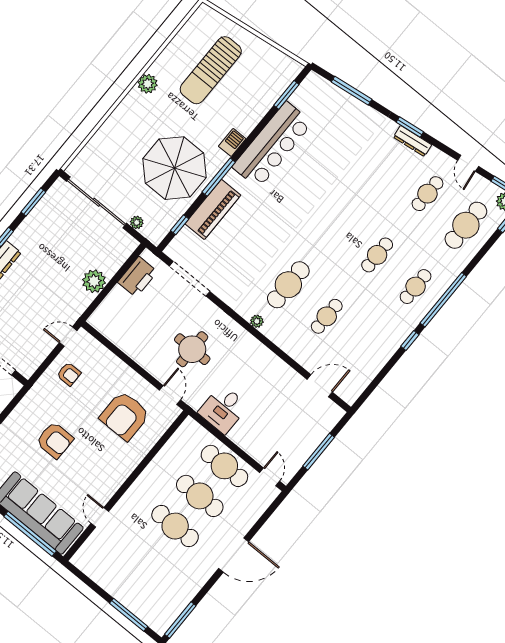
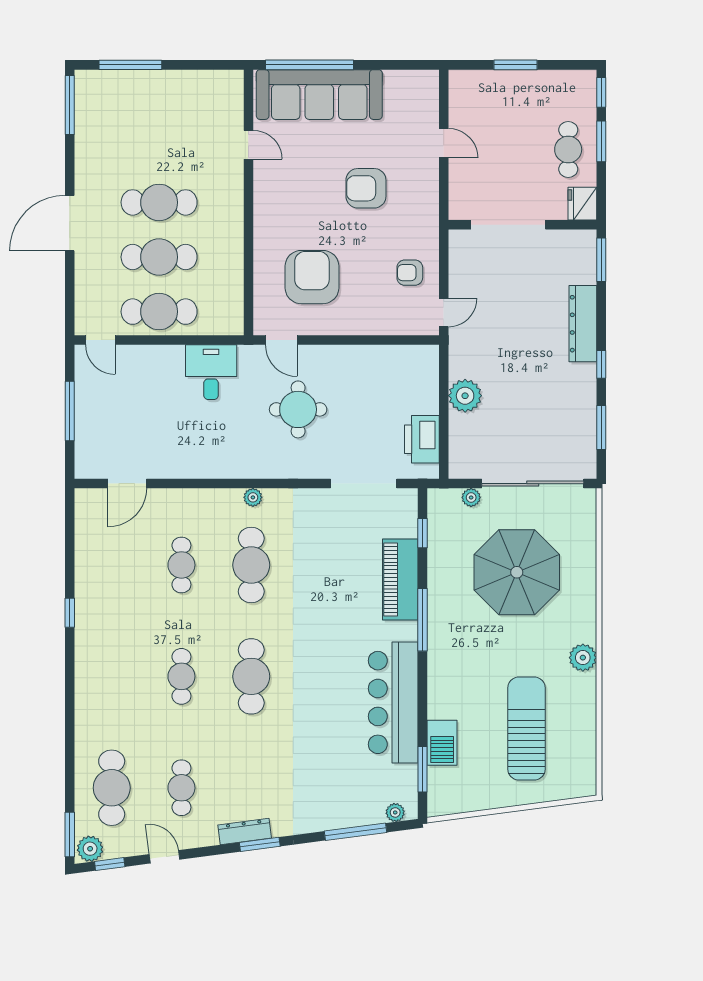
plant: (321, 83) -> (395, 812), added
barbecue: (232, 142) -> (442, 743), moved, width x1.38, depth x1.27
parasol: (175, 168) -> (517, 572), moved
cafe table: (416, 287) -> (251, 676), moved, width x1.37, depth x1.35
window: (443, 300) -> (70, 687), removed

